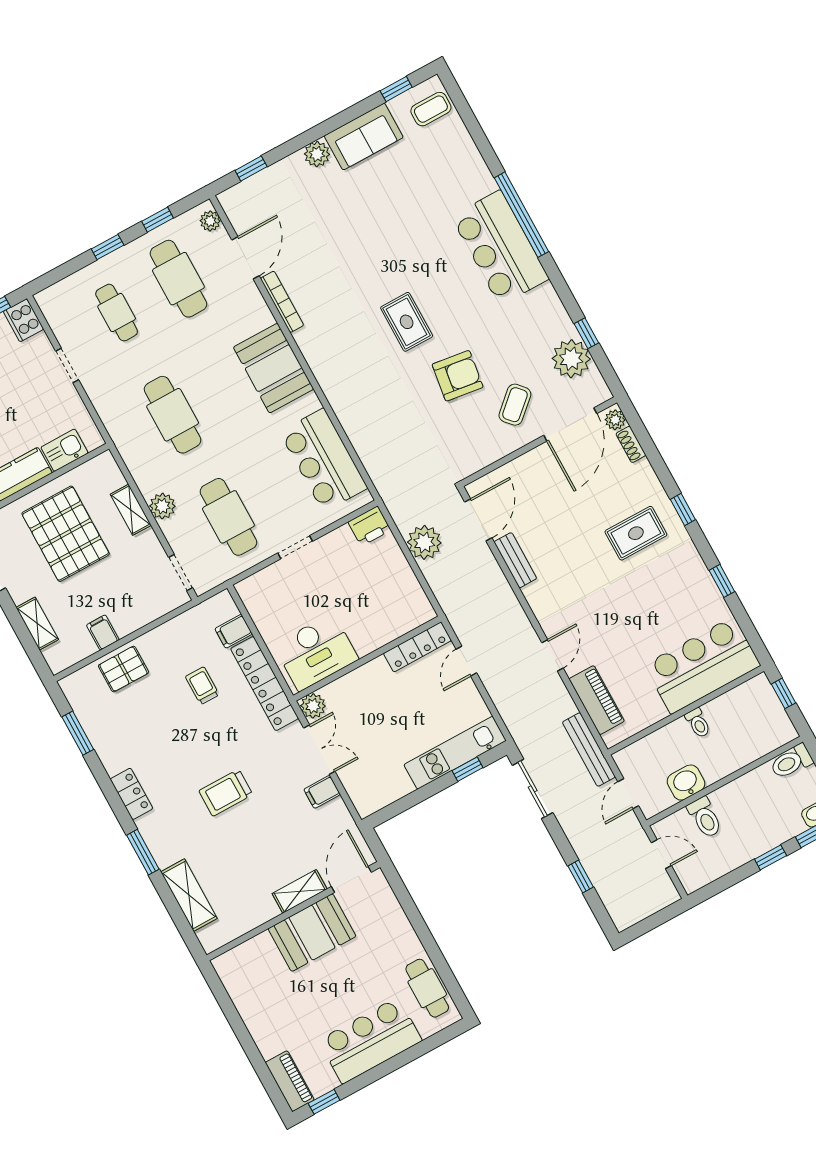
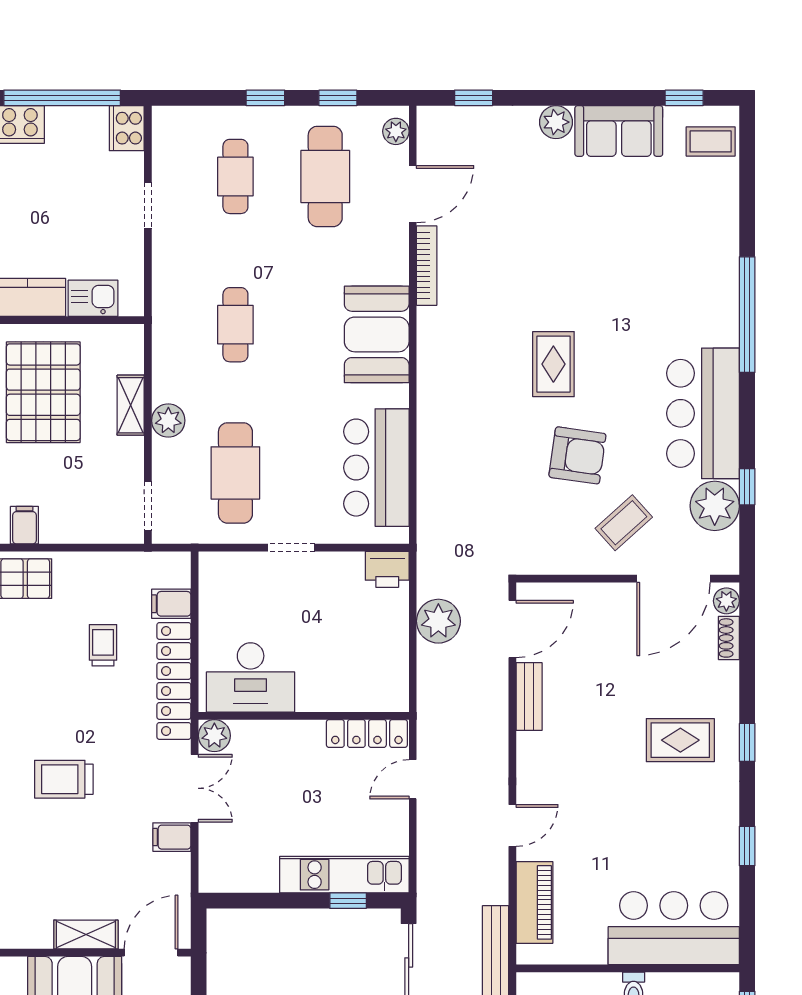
bar counter: (500, 248) -> (703, 413), moved
cafe table: (173, 415) -> (235, 325), width x0.73, depth x0.74

